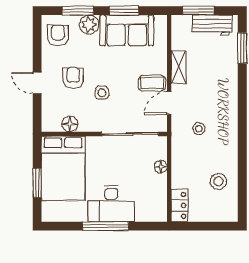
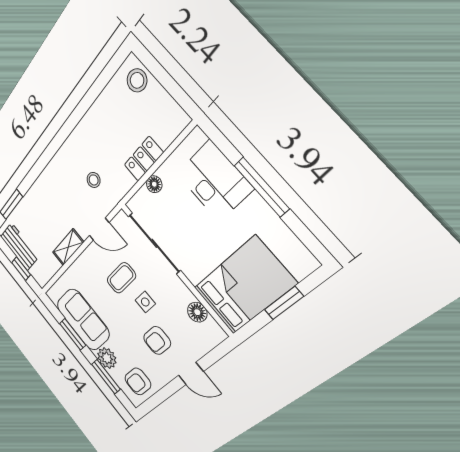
window: (198, 11) -> (21, 269), width x0.67
door: (37, 83) -> (191, 373), hinge flipped
coffee table: (152, 83) -> (121, 278), moved, turned 90
stool: (218, 181) -> (137, 80), moved
desk: (111, 204) -> (214, 181), moved
locker: (179, 205) -> (144, 159), moved

